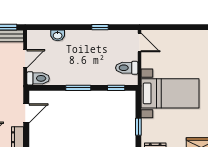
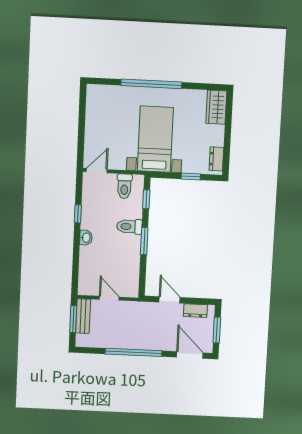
washbasin: (58, 35) -> (86, 238), moved
toilet: (38, 78) -> (129, 227), moved, turned -90

